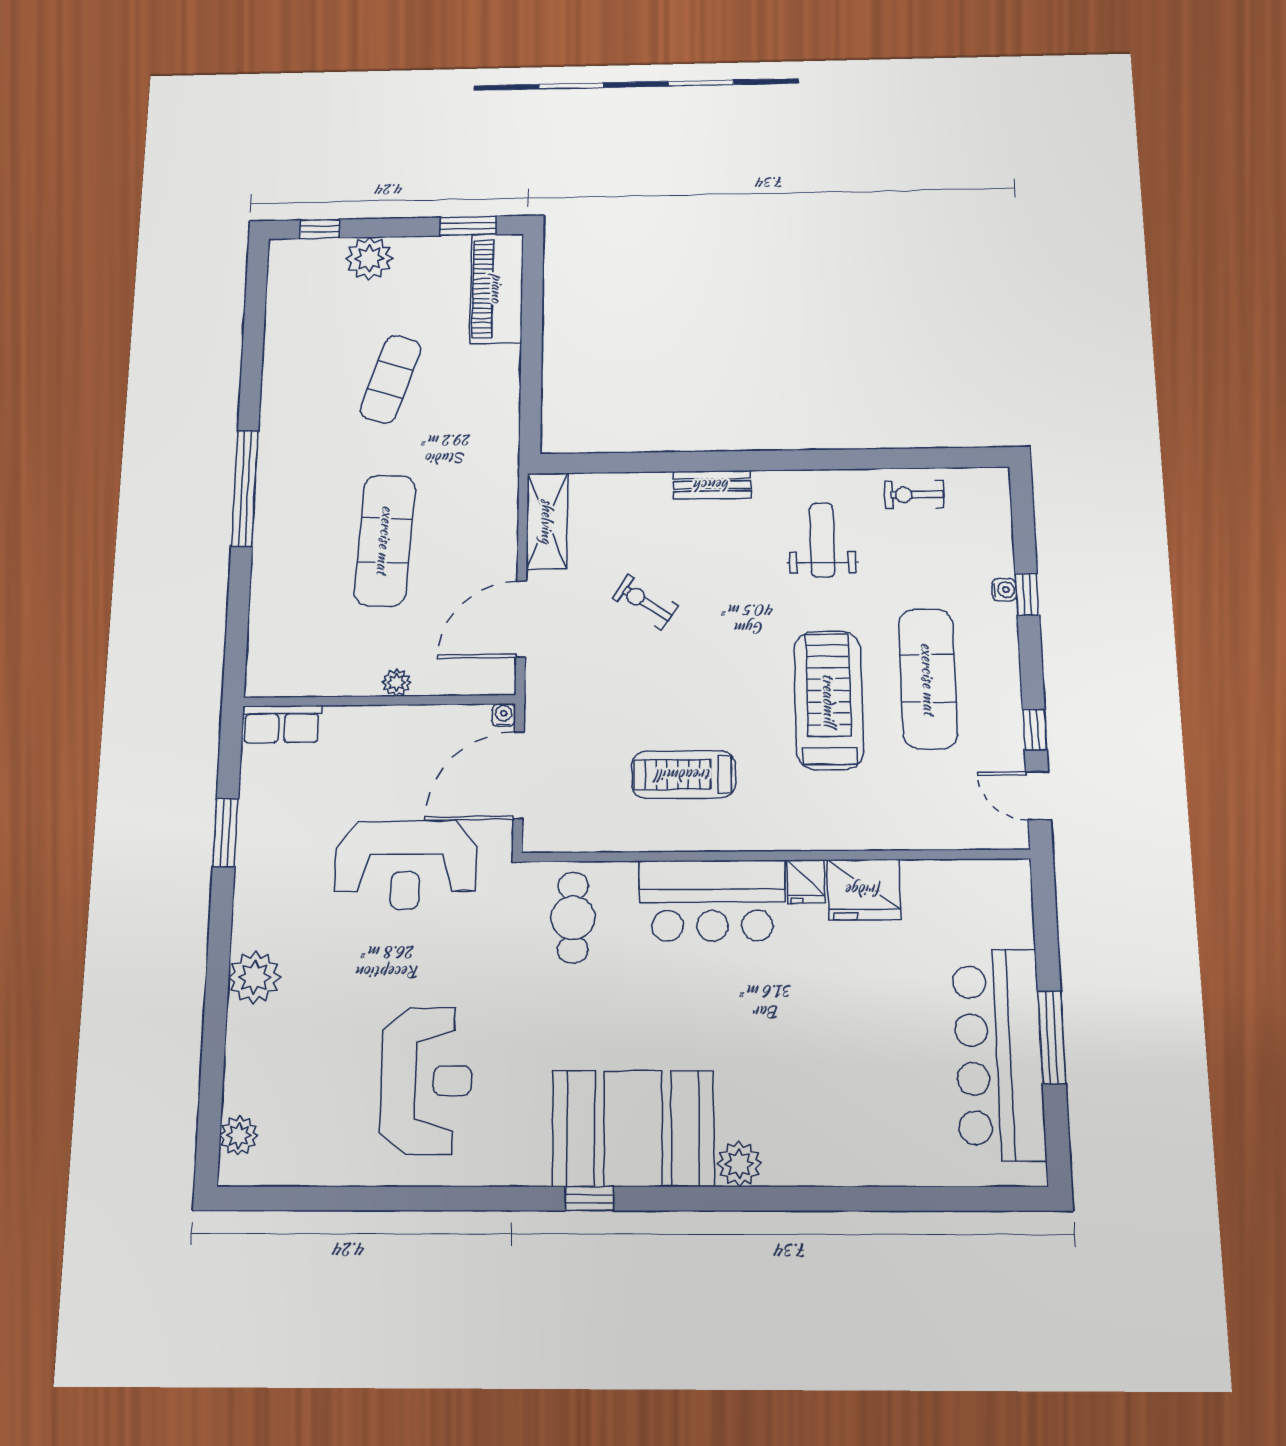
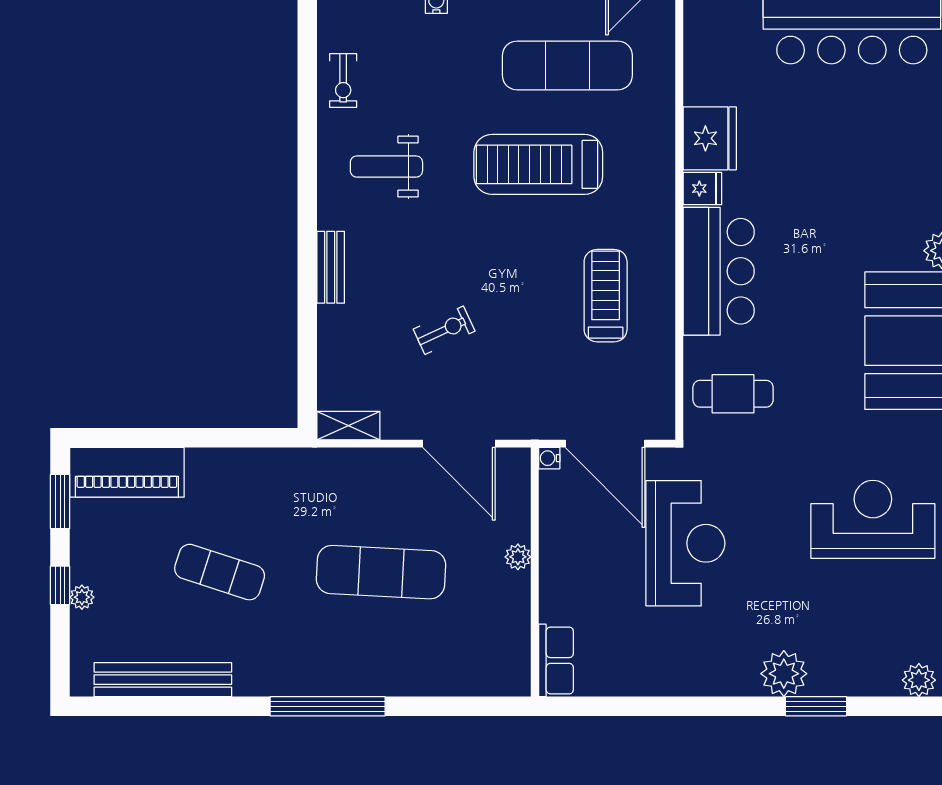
window: (320, 229) -> (60, 585), moved
plant: (369, 258) -> (82, 597), width x0.53, depth x0.53
bench: (281, 326) -> (163, 680), added
shelving: (547, 521) -> (348, 426), width x0.67, depth x0.75
exercise bike: (645, 602) -> (444, 330), turned -149
exercise mat: (928, 679) -> (567, 65), moved
treadmill: (684, 775) -> (606, 296), turned 180
window: (226, 833) -> (816, 706), moved

